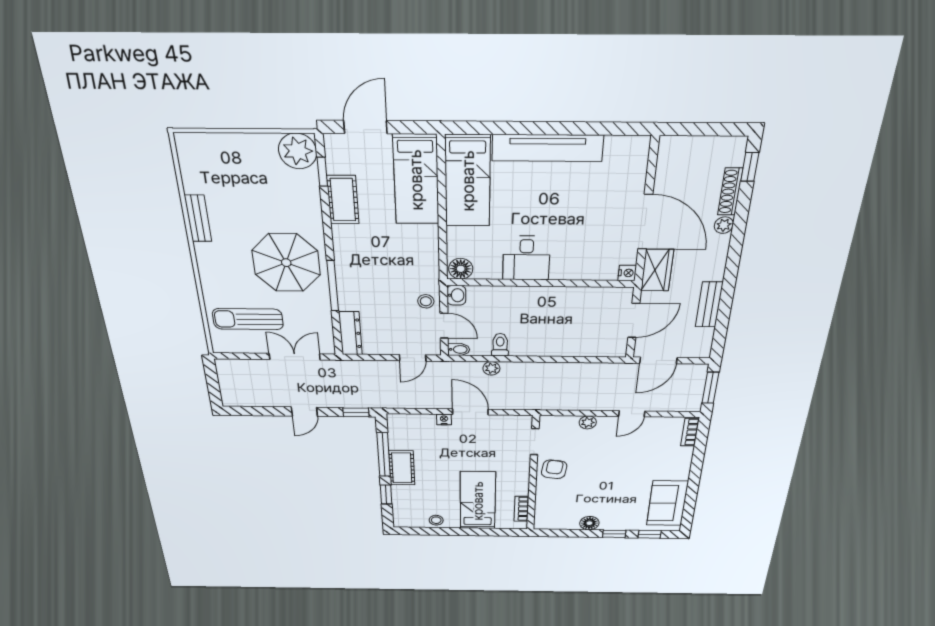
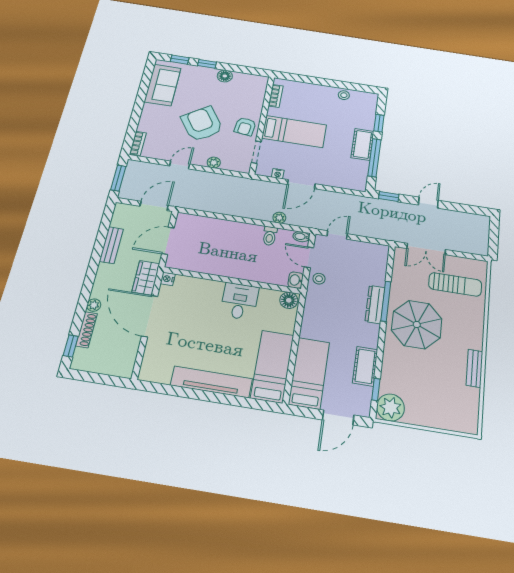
dresser: (350, 333) -> (375, 304), moved
door: (470, 412) -> (301, 184), hinge flipped
nightstand: (444, 420) -> (278, 174), moved
armchair: (610, 465) -> (202, 124), added
bed: (478, 501) -> (294, 132), moved, turned -90

